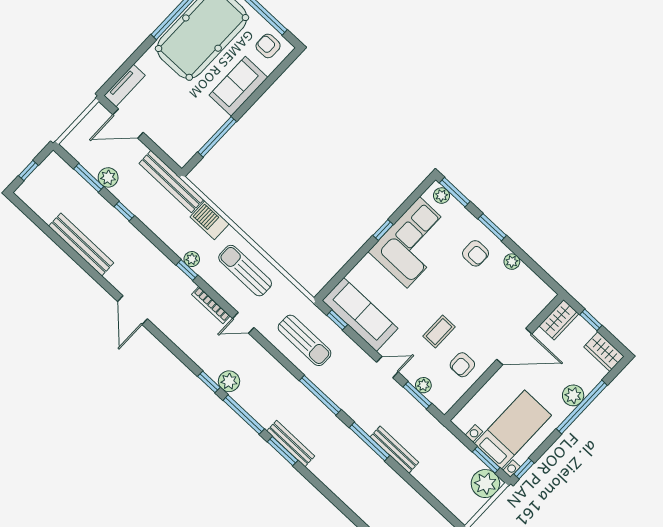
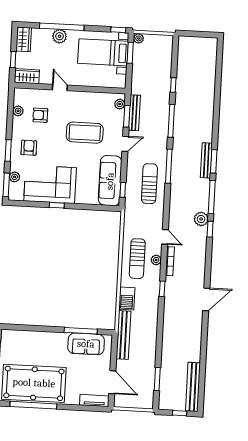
armchair: (268, 46) -> (12, 344), removed
sofa: (238, 86) -> (86, 344), moved
plant: (108, 177) -> (149, 369), removed
plant: (441, 196) -> (15, 177), moved
window: (124, 211) -> (173, 85), moved
bench: (81, 244) -> (193, 387), moved
plant: (192, 259) -> (156, 260), moved
plant: (512, 262) -> (18, 111), moved
coffee table: (439, 332) -> (85, 133), width x1.86, depth x1.72
sun lounger: (305, 340) -> (149, 184), moved
door: (514, 347) -> (60, 87), width x0.53
armchair: (462, 365) -> (40, 115), moved, turned 180
door: (387, 367) -> (125, 144), swing flipped
plant: (423, 385) -> (120, 104), moved
bench: (394, 450) -> (134, 113), moved
plant: (485, 484) -> (139, 38), width x0.53, depth x0.53

